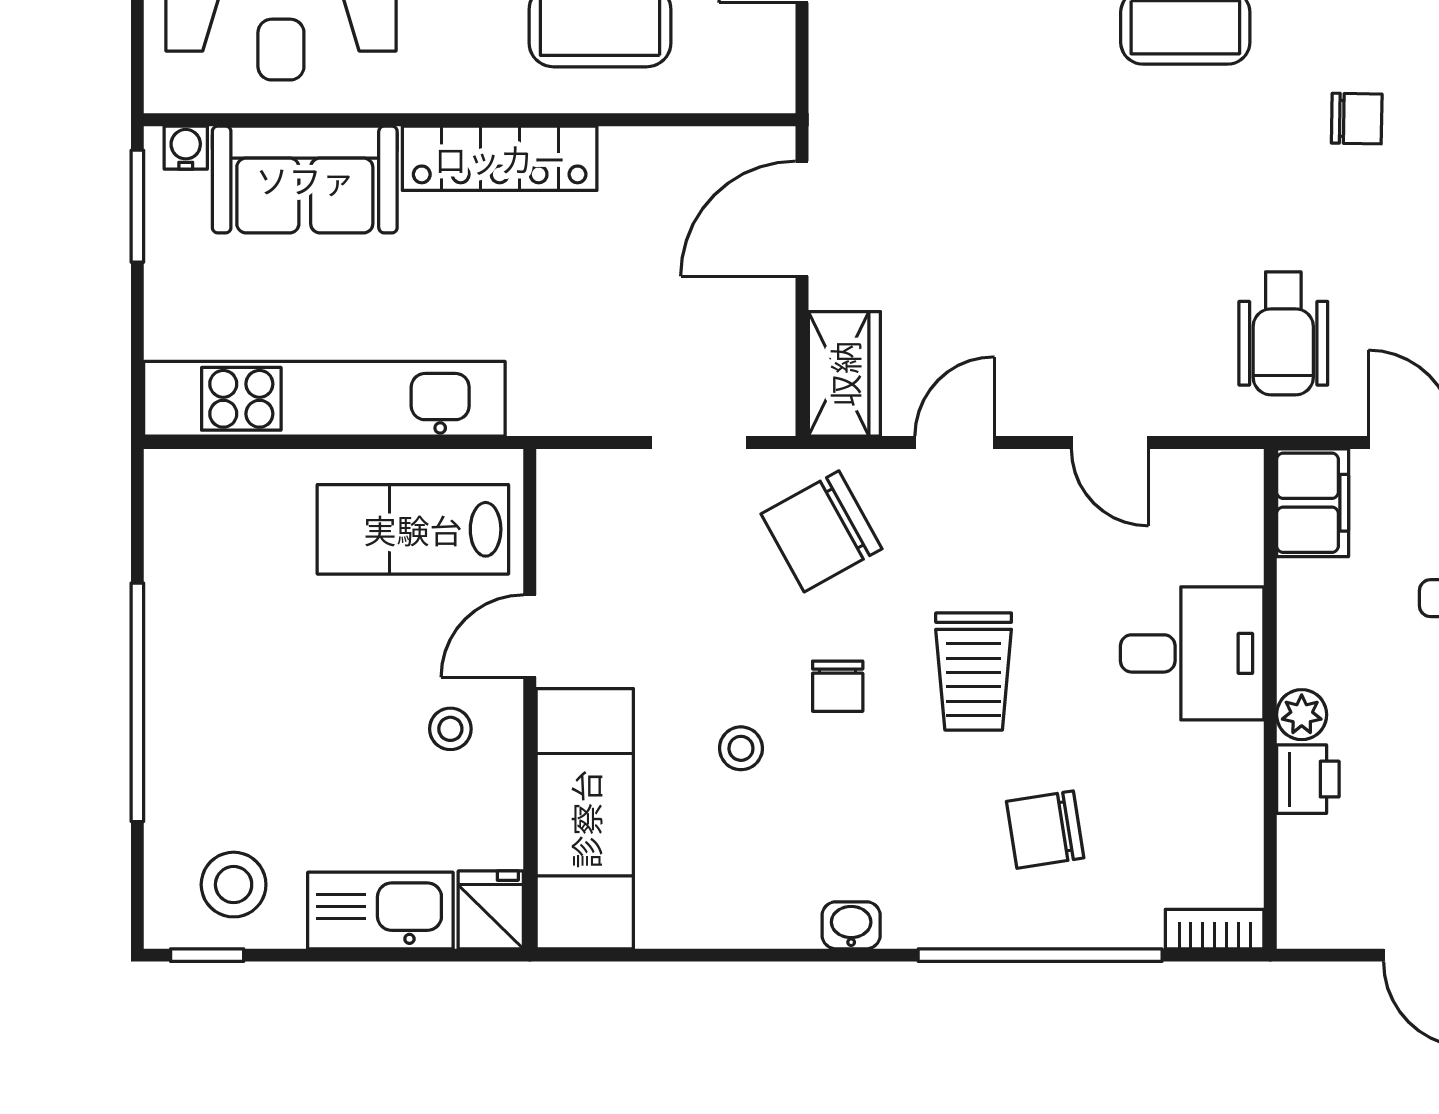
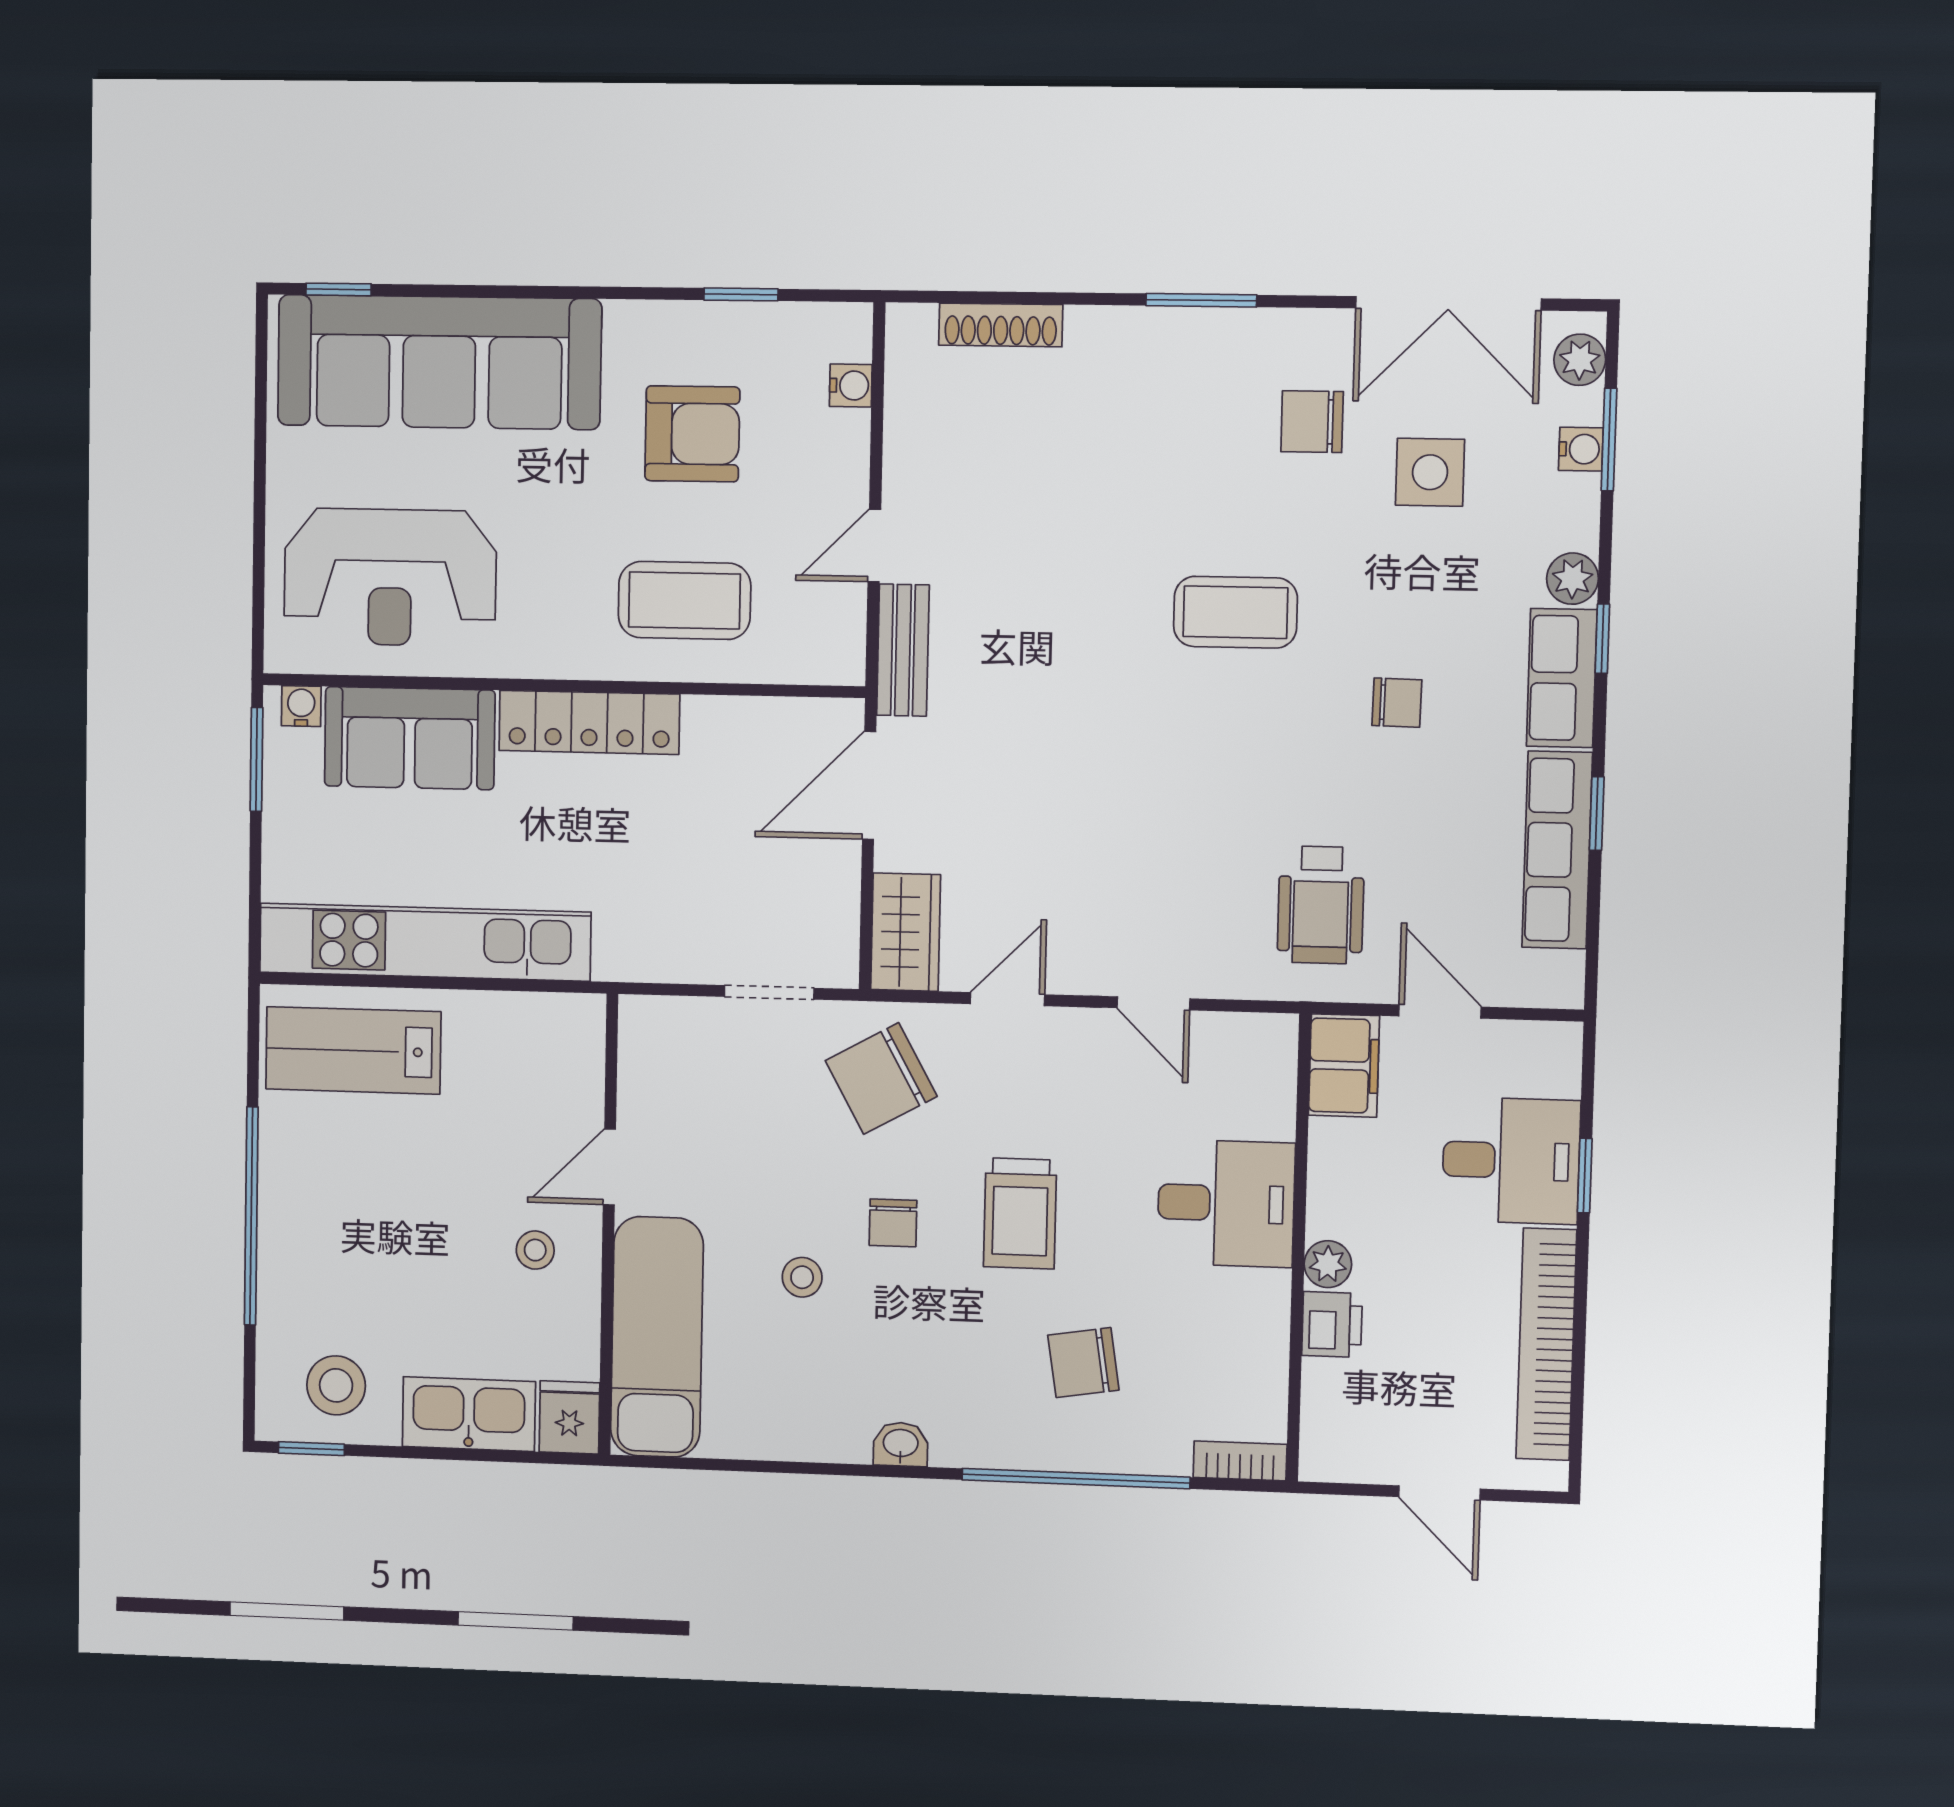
bench: (835, 74) -> (903, 650), added
lab bench: (413, 529) -> (353, 1050), moved

